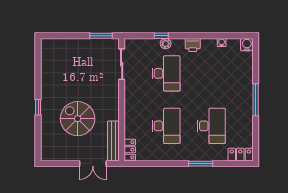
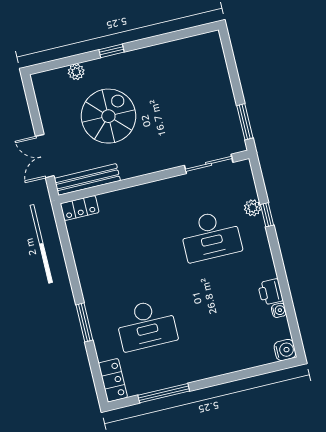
plant: (166, 44) -> (253, 208), moved
printer: (193, 45) -> (270, 292), moved
window: (256, 100) -> (164, 393), moved
desk: (166, 126) -> (130, 255), removed
plant: (46, 132) -> (76, 72), added

